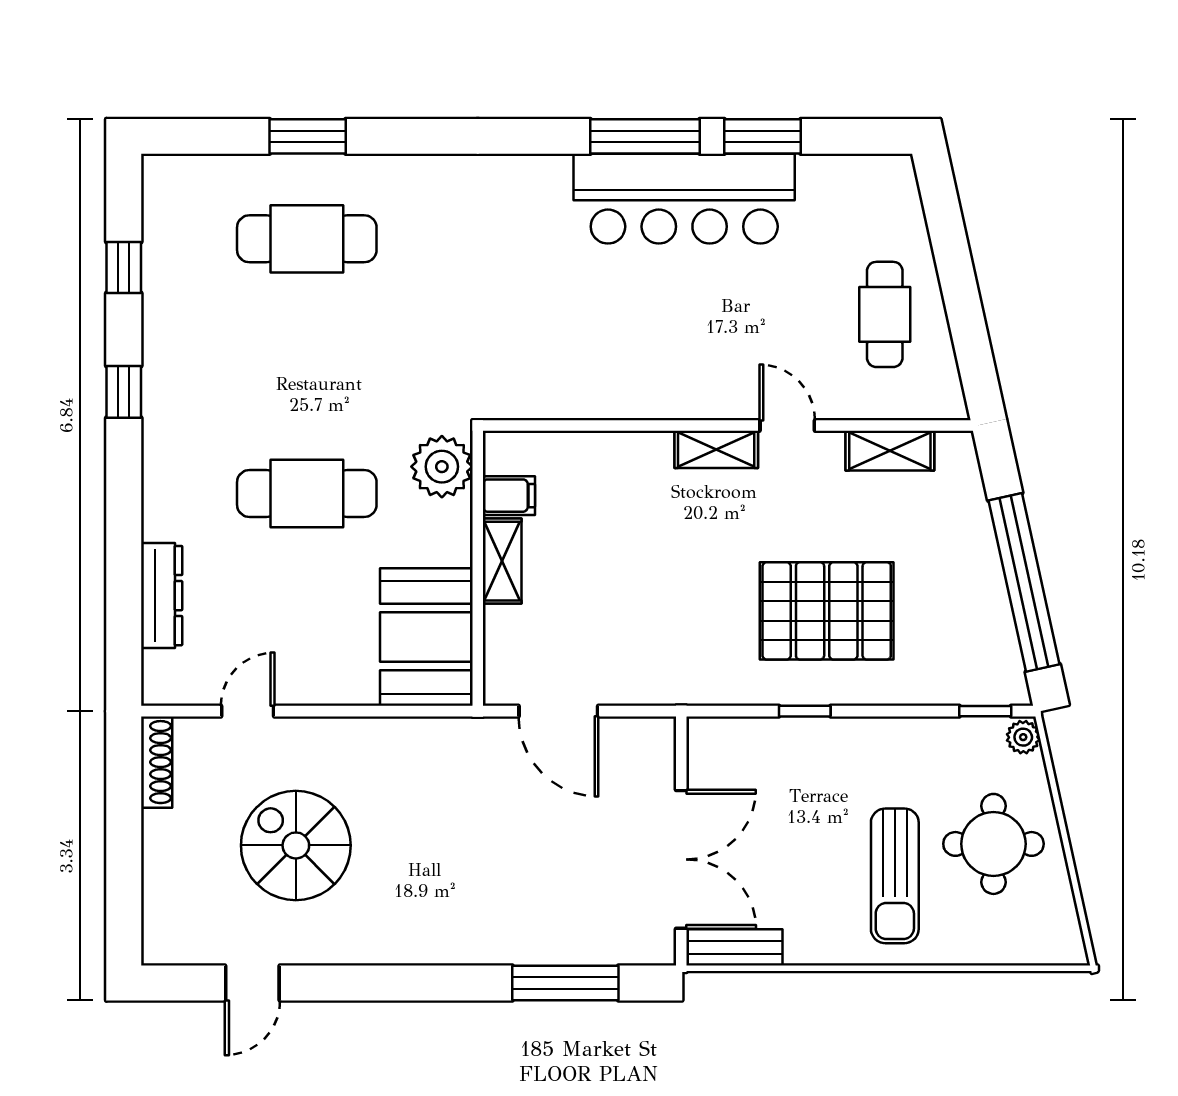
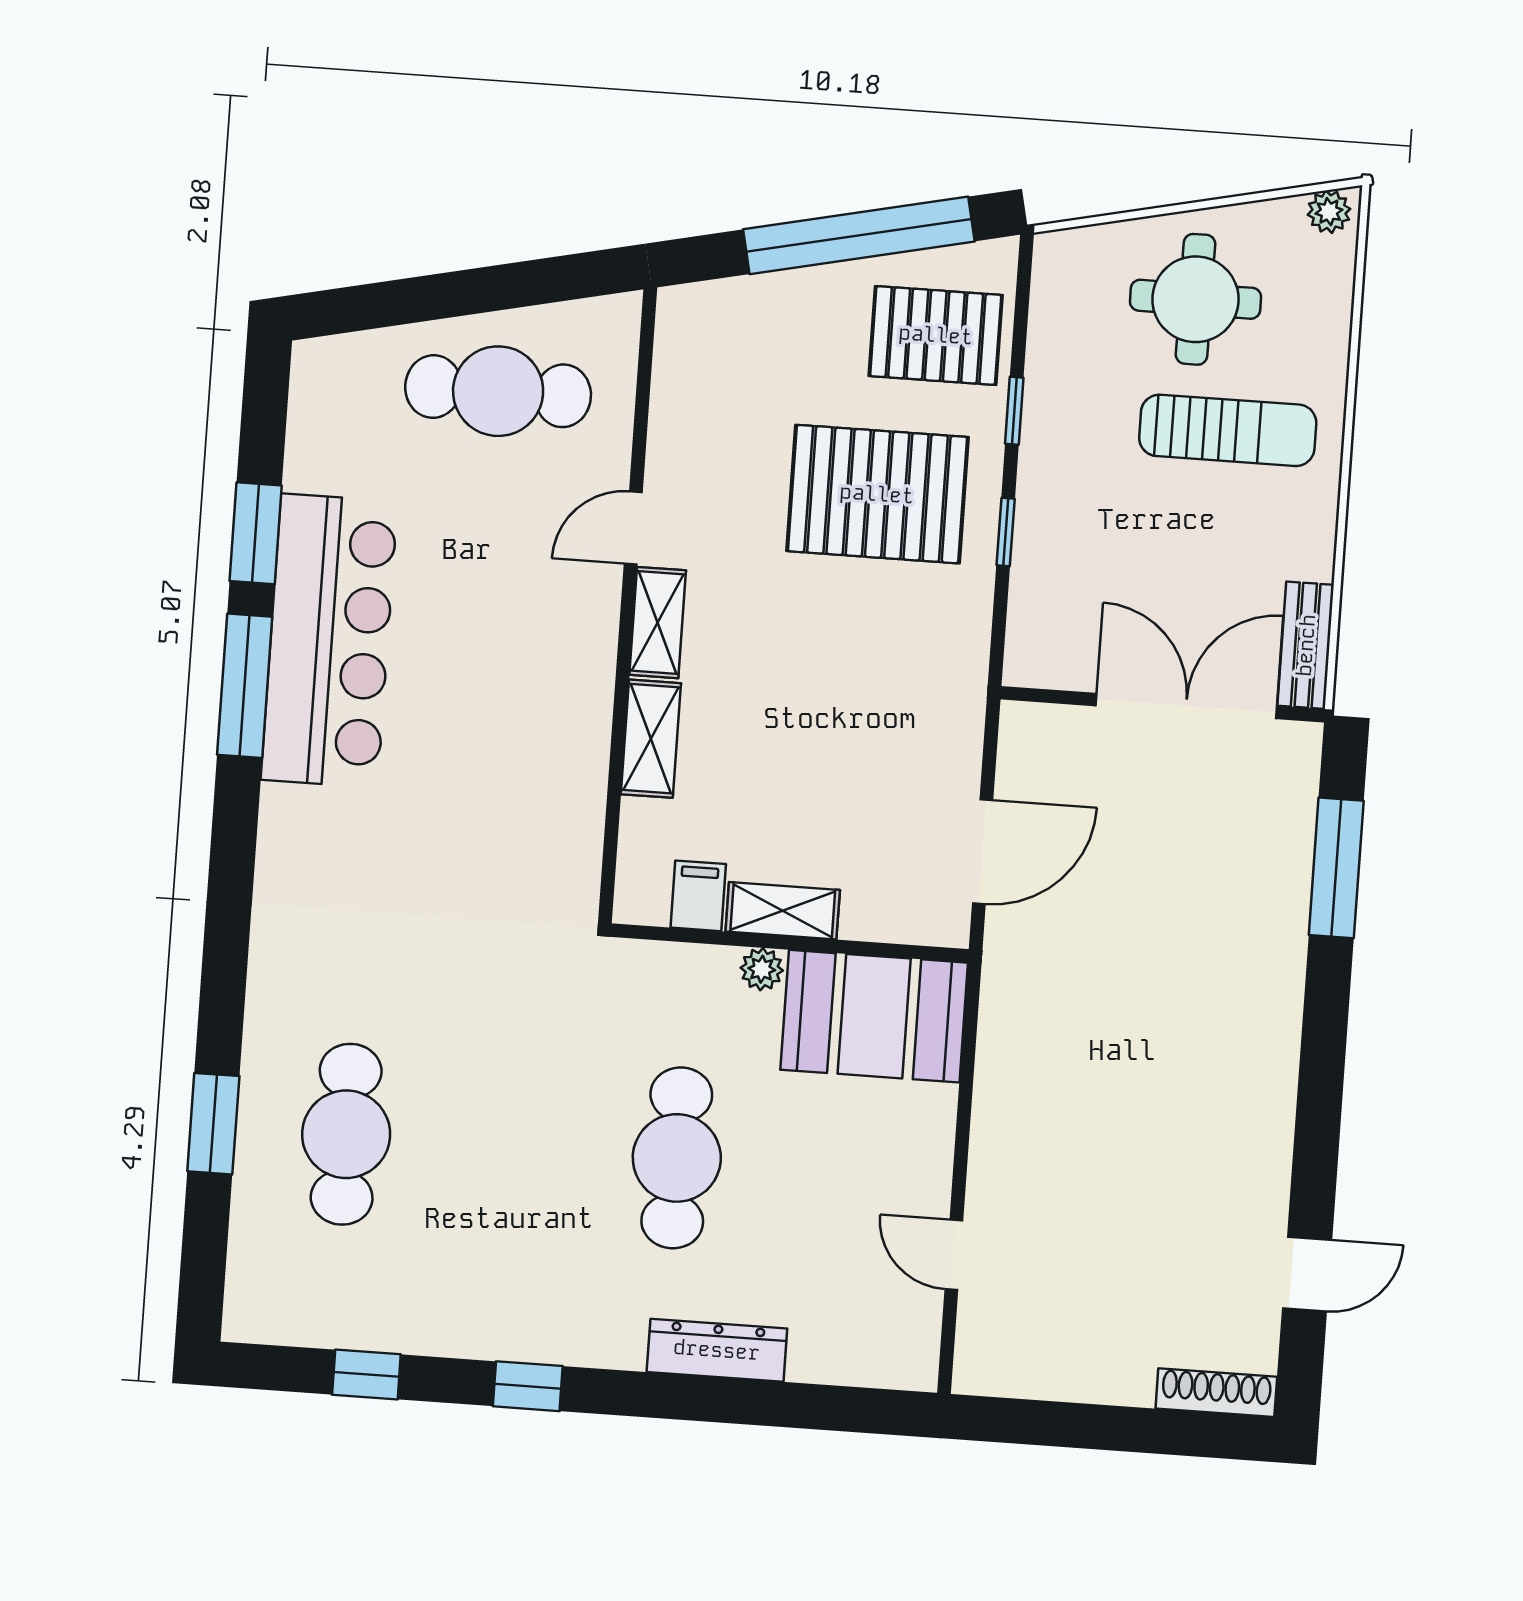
cafe table: (885, 314) -> (498, 391), width x1.37, depth x1.35
shelving: (890, 451) -> (651, 739), moved
plant: (442, 467) -> (762, 969), moved, width x0.53, depth x0.53
dresser: (162, 596) -> (717, 1350), moved
pallet: (827, 611) -> (877, 494), turned 90
pallet: (951, 647) -> (936, 335), added
window: (985, 711) -> (1014, 411), moved
plant: (1023, 737) -> (1329, 212), moved
shoe rack: (157, 762) -> (1216, 1393), moved
spiral stairs: (296, 845) -> (1133, 1205), removed
door: (252, 983) -> (1307, 1274), hinge flipped

